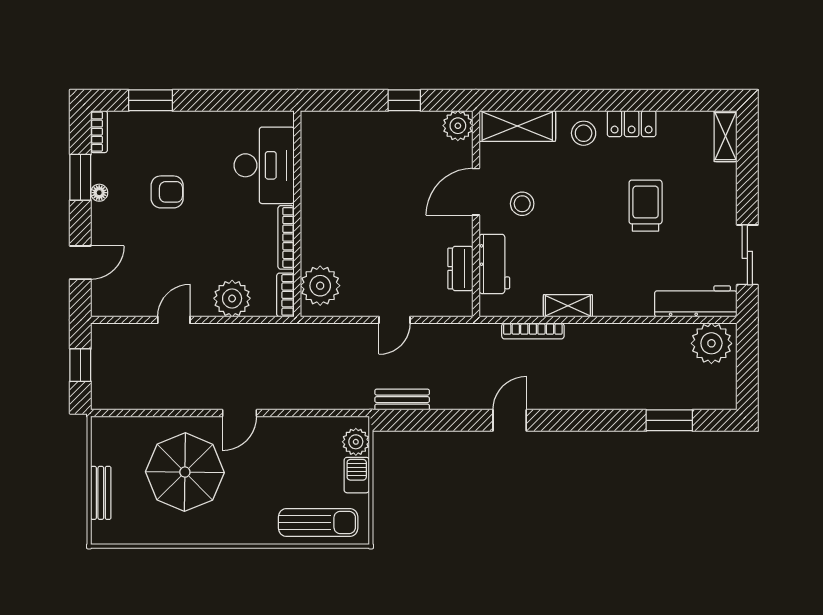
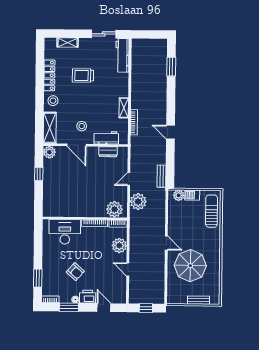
locker: (632, 124) -> (49, 75), width x1.53
shelving: (726, 136) -> (68, 43), moved
armchair: (167, 192) -> (75, 272), turned 132
printer: (107, 223) -> (88, 297), added
door: (394, 320) -> (129, 179), swing flipped
plant: (711, 343) -> (138, 202), moved

